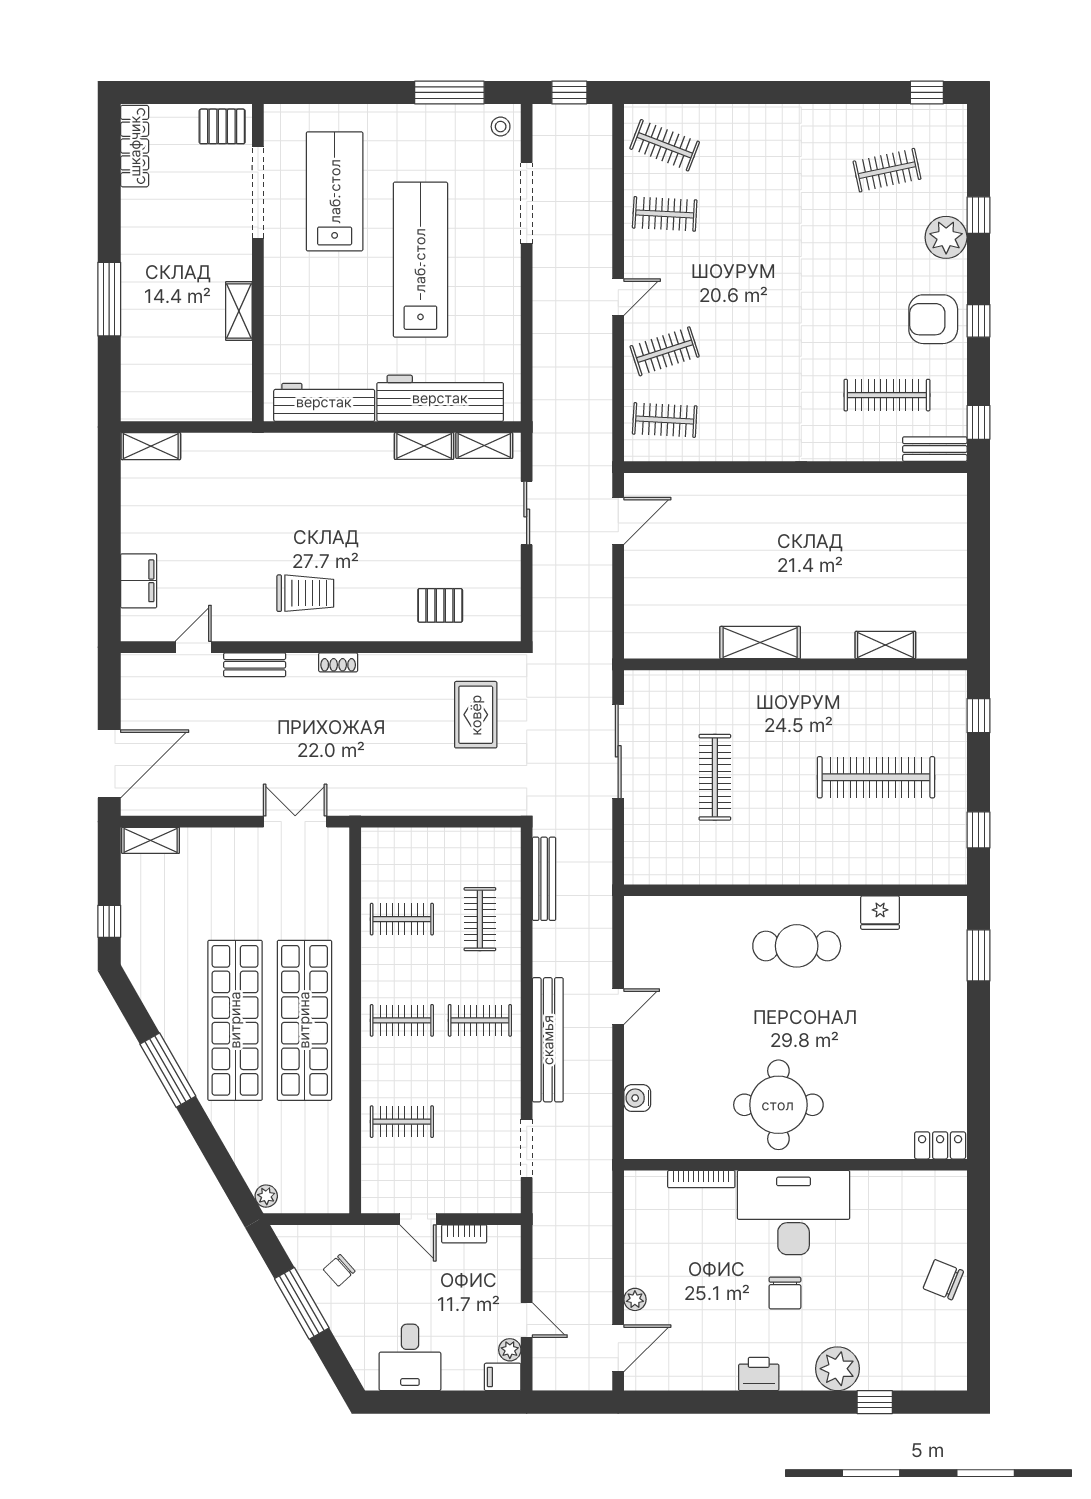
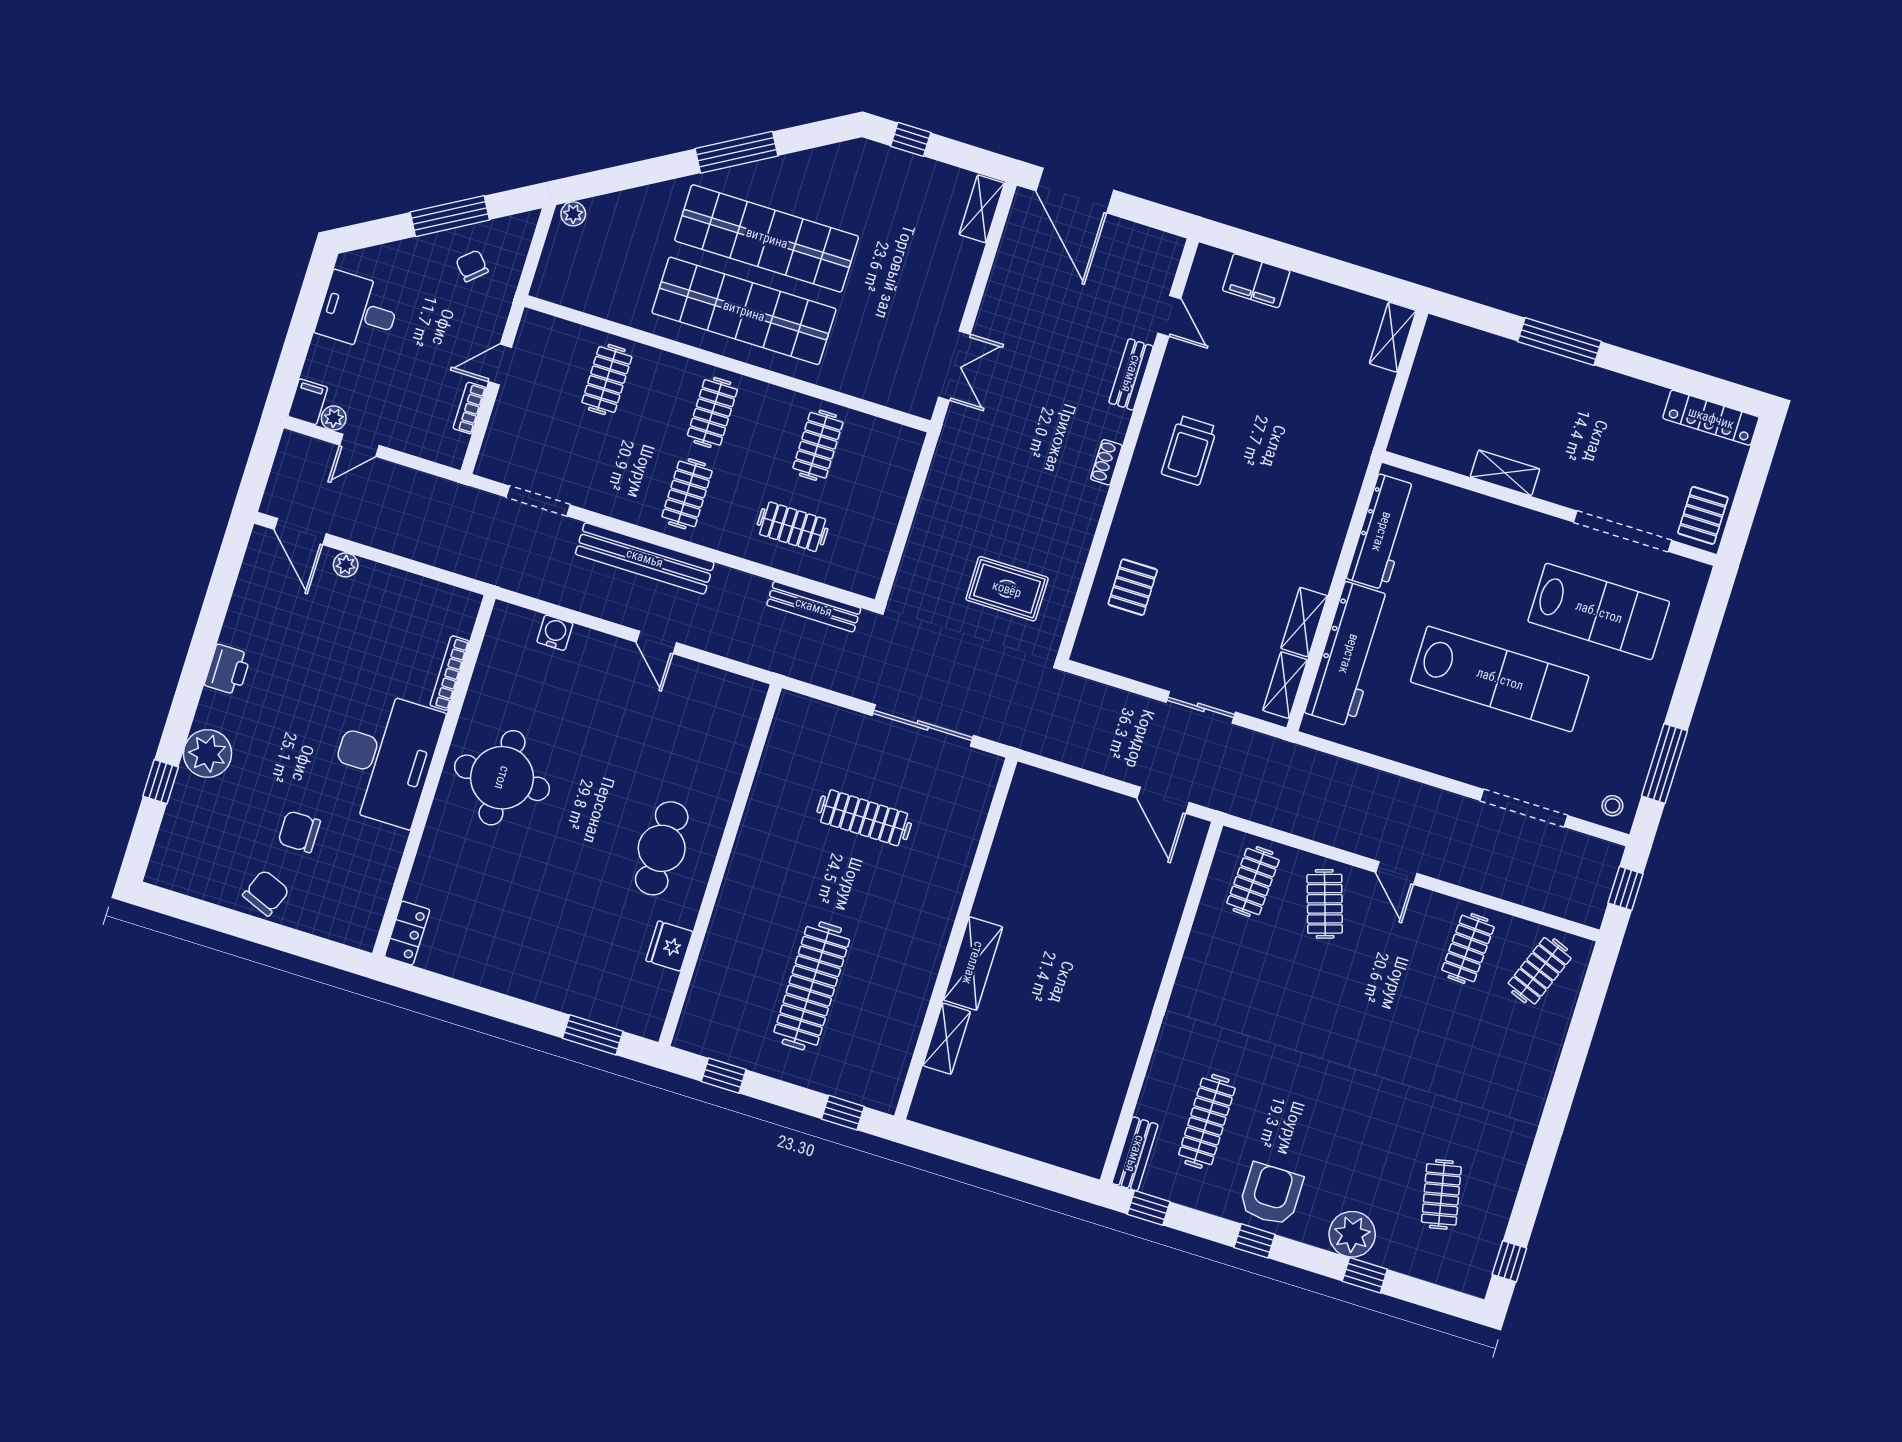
shelving: (760, 643) -> (973, 963), moved
chair: (785, 1293) -> (299, 832), moved

